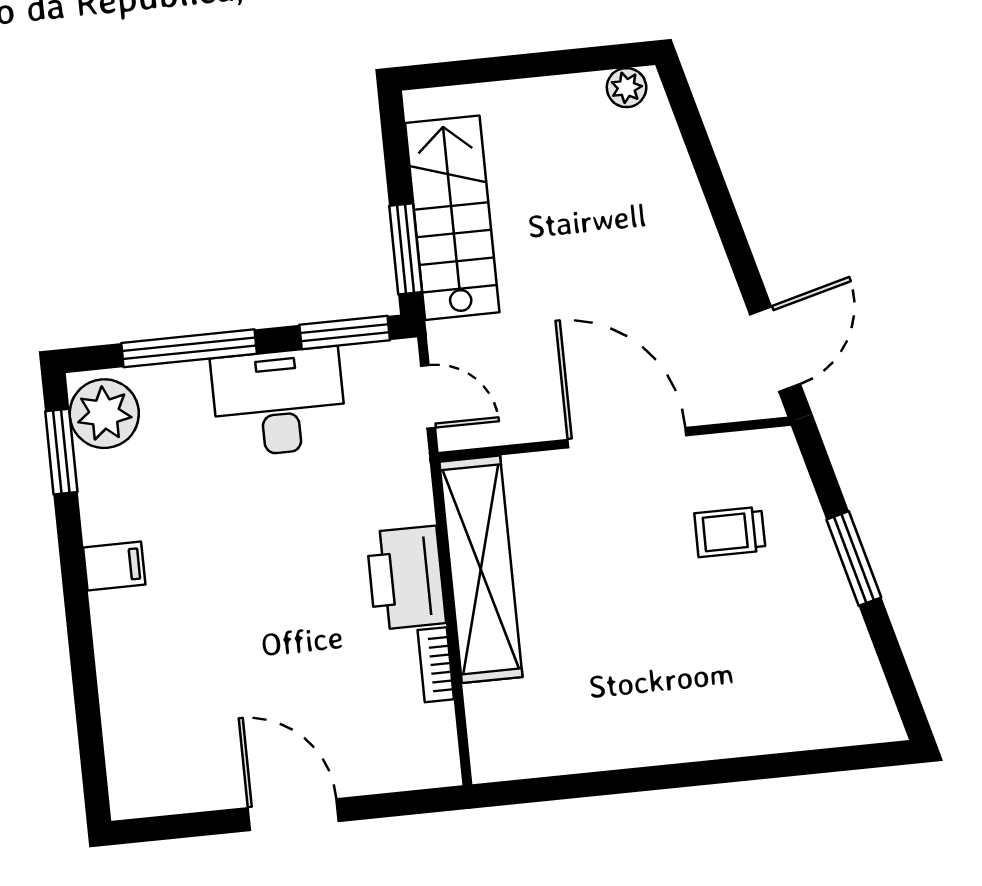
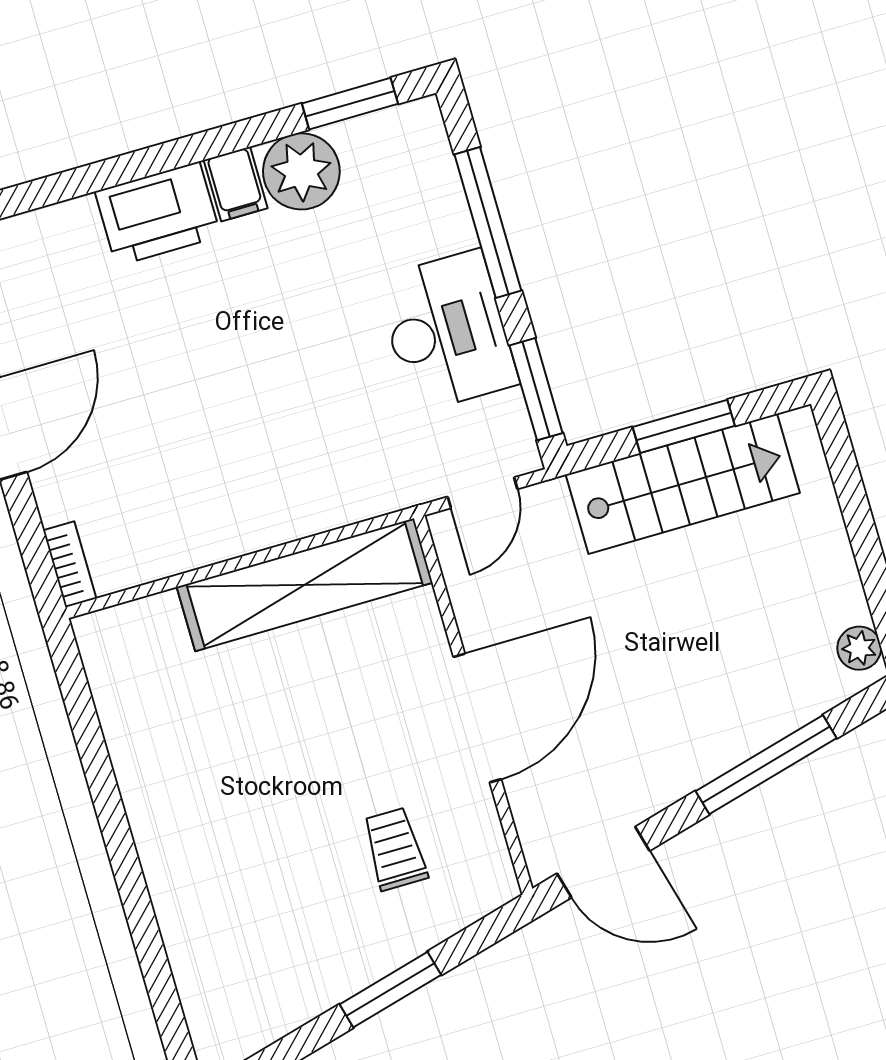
window: (715, 189) -> (766, 765), added
window: (406, 249) -> (684, 426), moved
plant: (104, 414) -> (301, 171), moved
printer: (406, 578) -> (158, 214), moved, turned 180
bookcase: (436, 665) -> (70, 564), moved, turned 90

